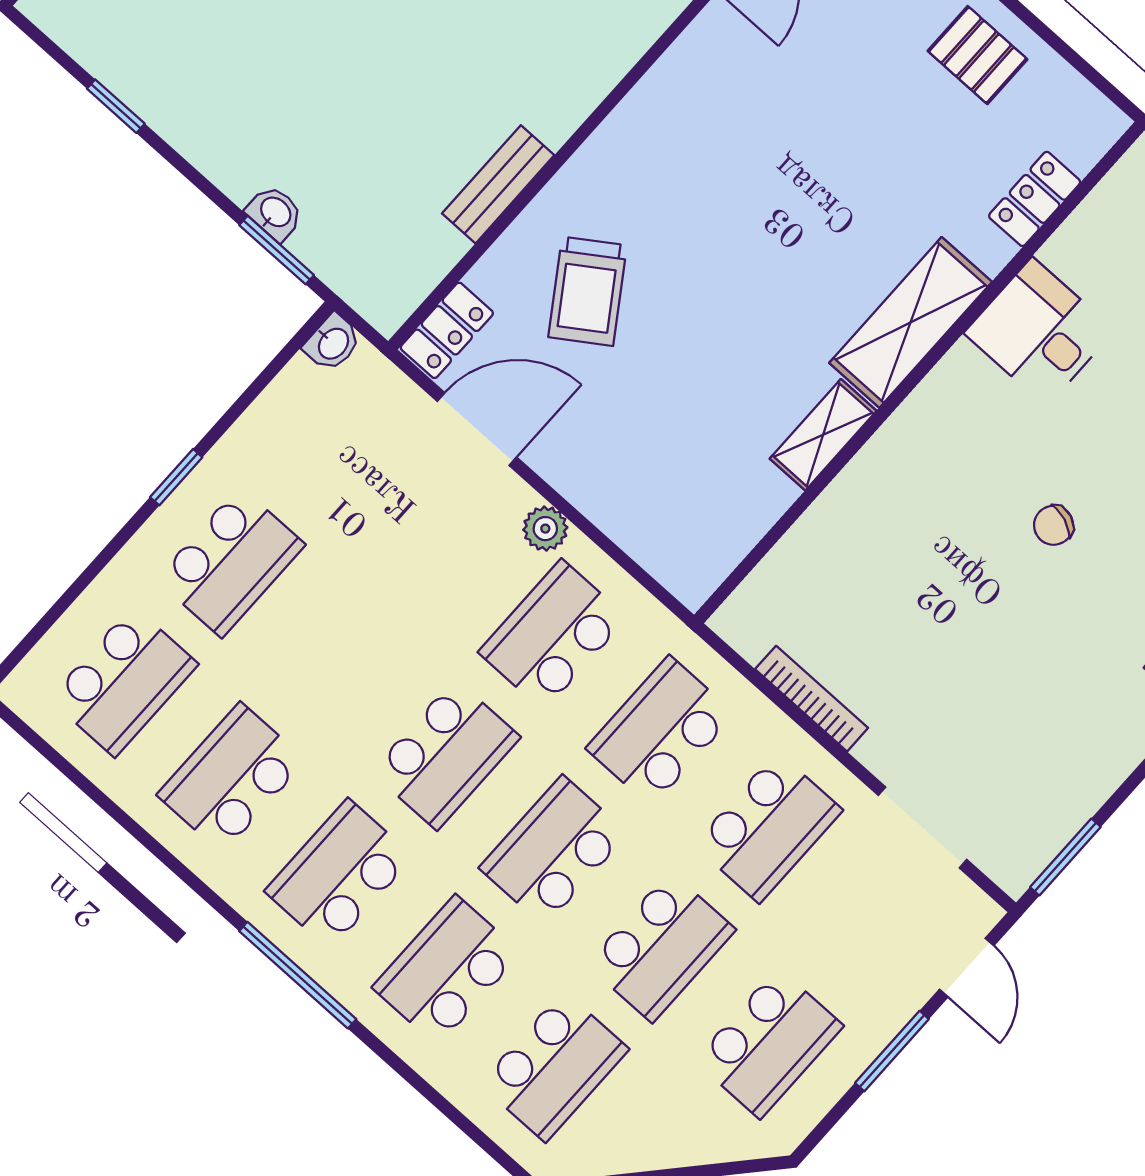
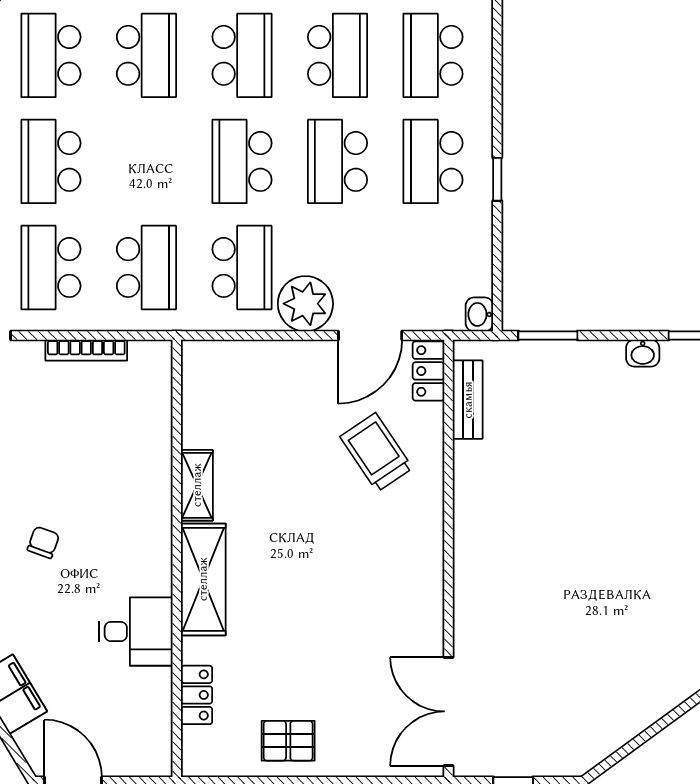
bench: (498, 184) -> (468, 400), moved
washbasin: (275, 213) -> (643, 353), moved
plant: (545, 529) -> (305, 304), width x1.87, depth x1.87
school desk: (554, 851) -> (337, 161), moved, turned 180

